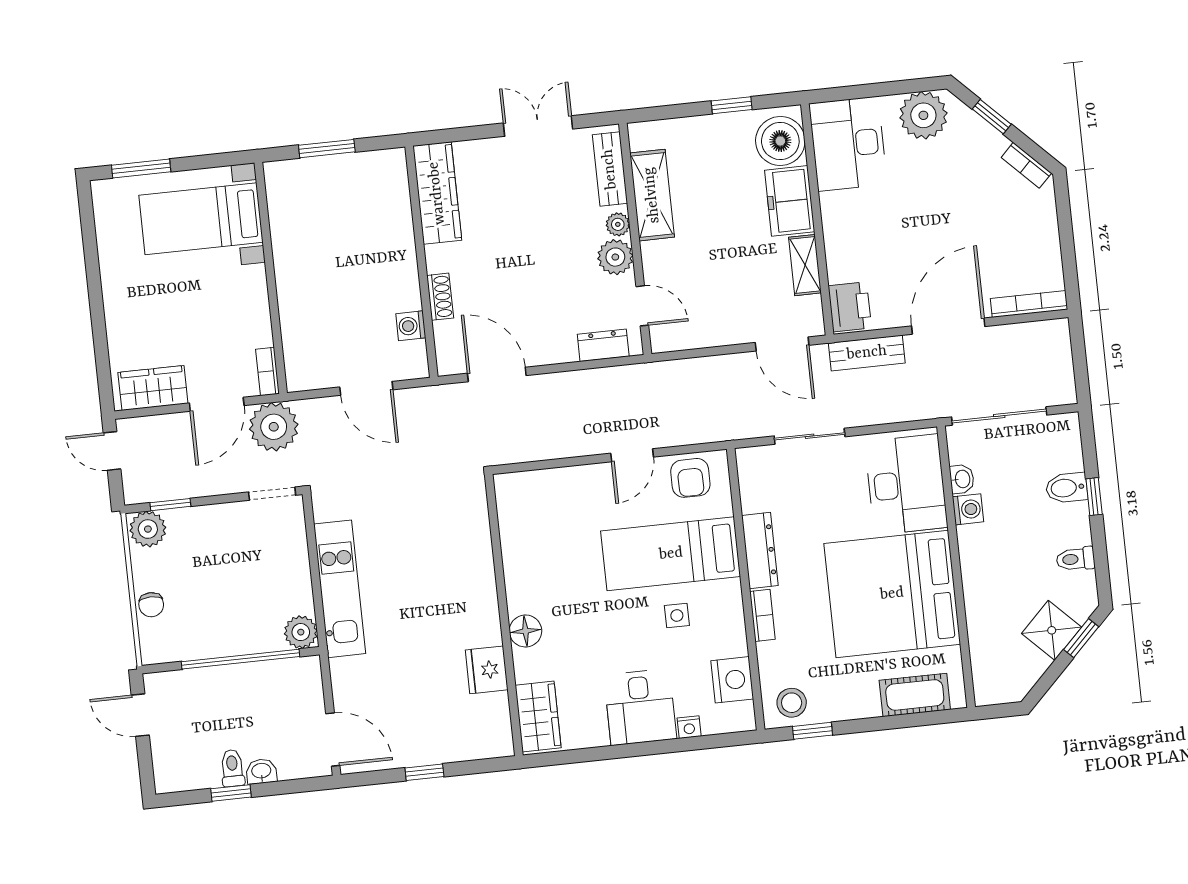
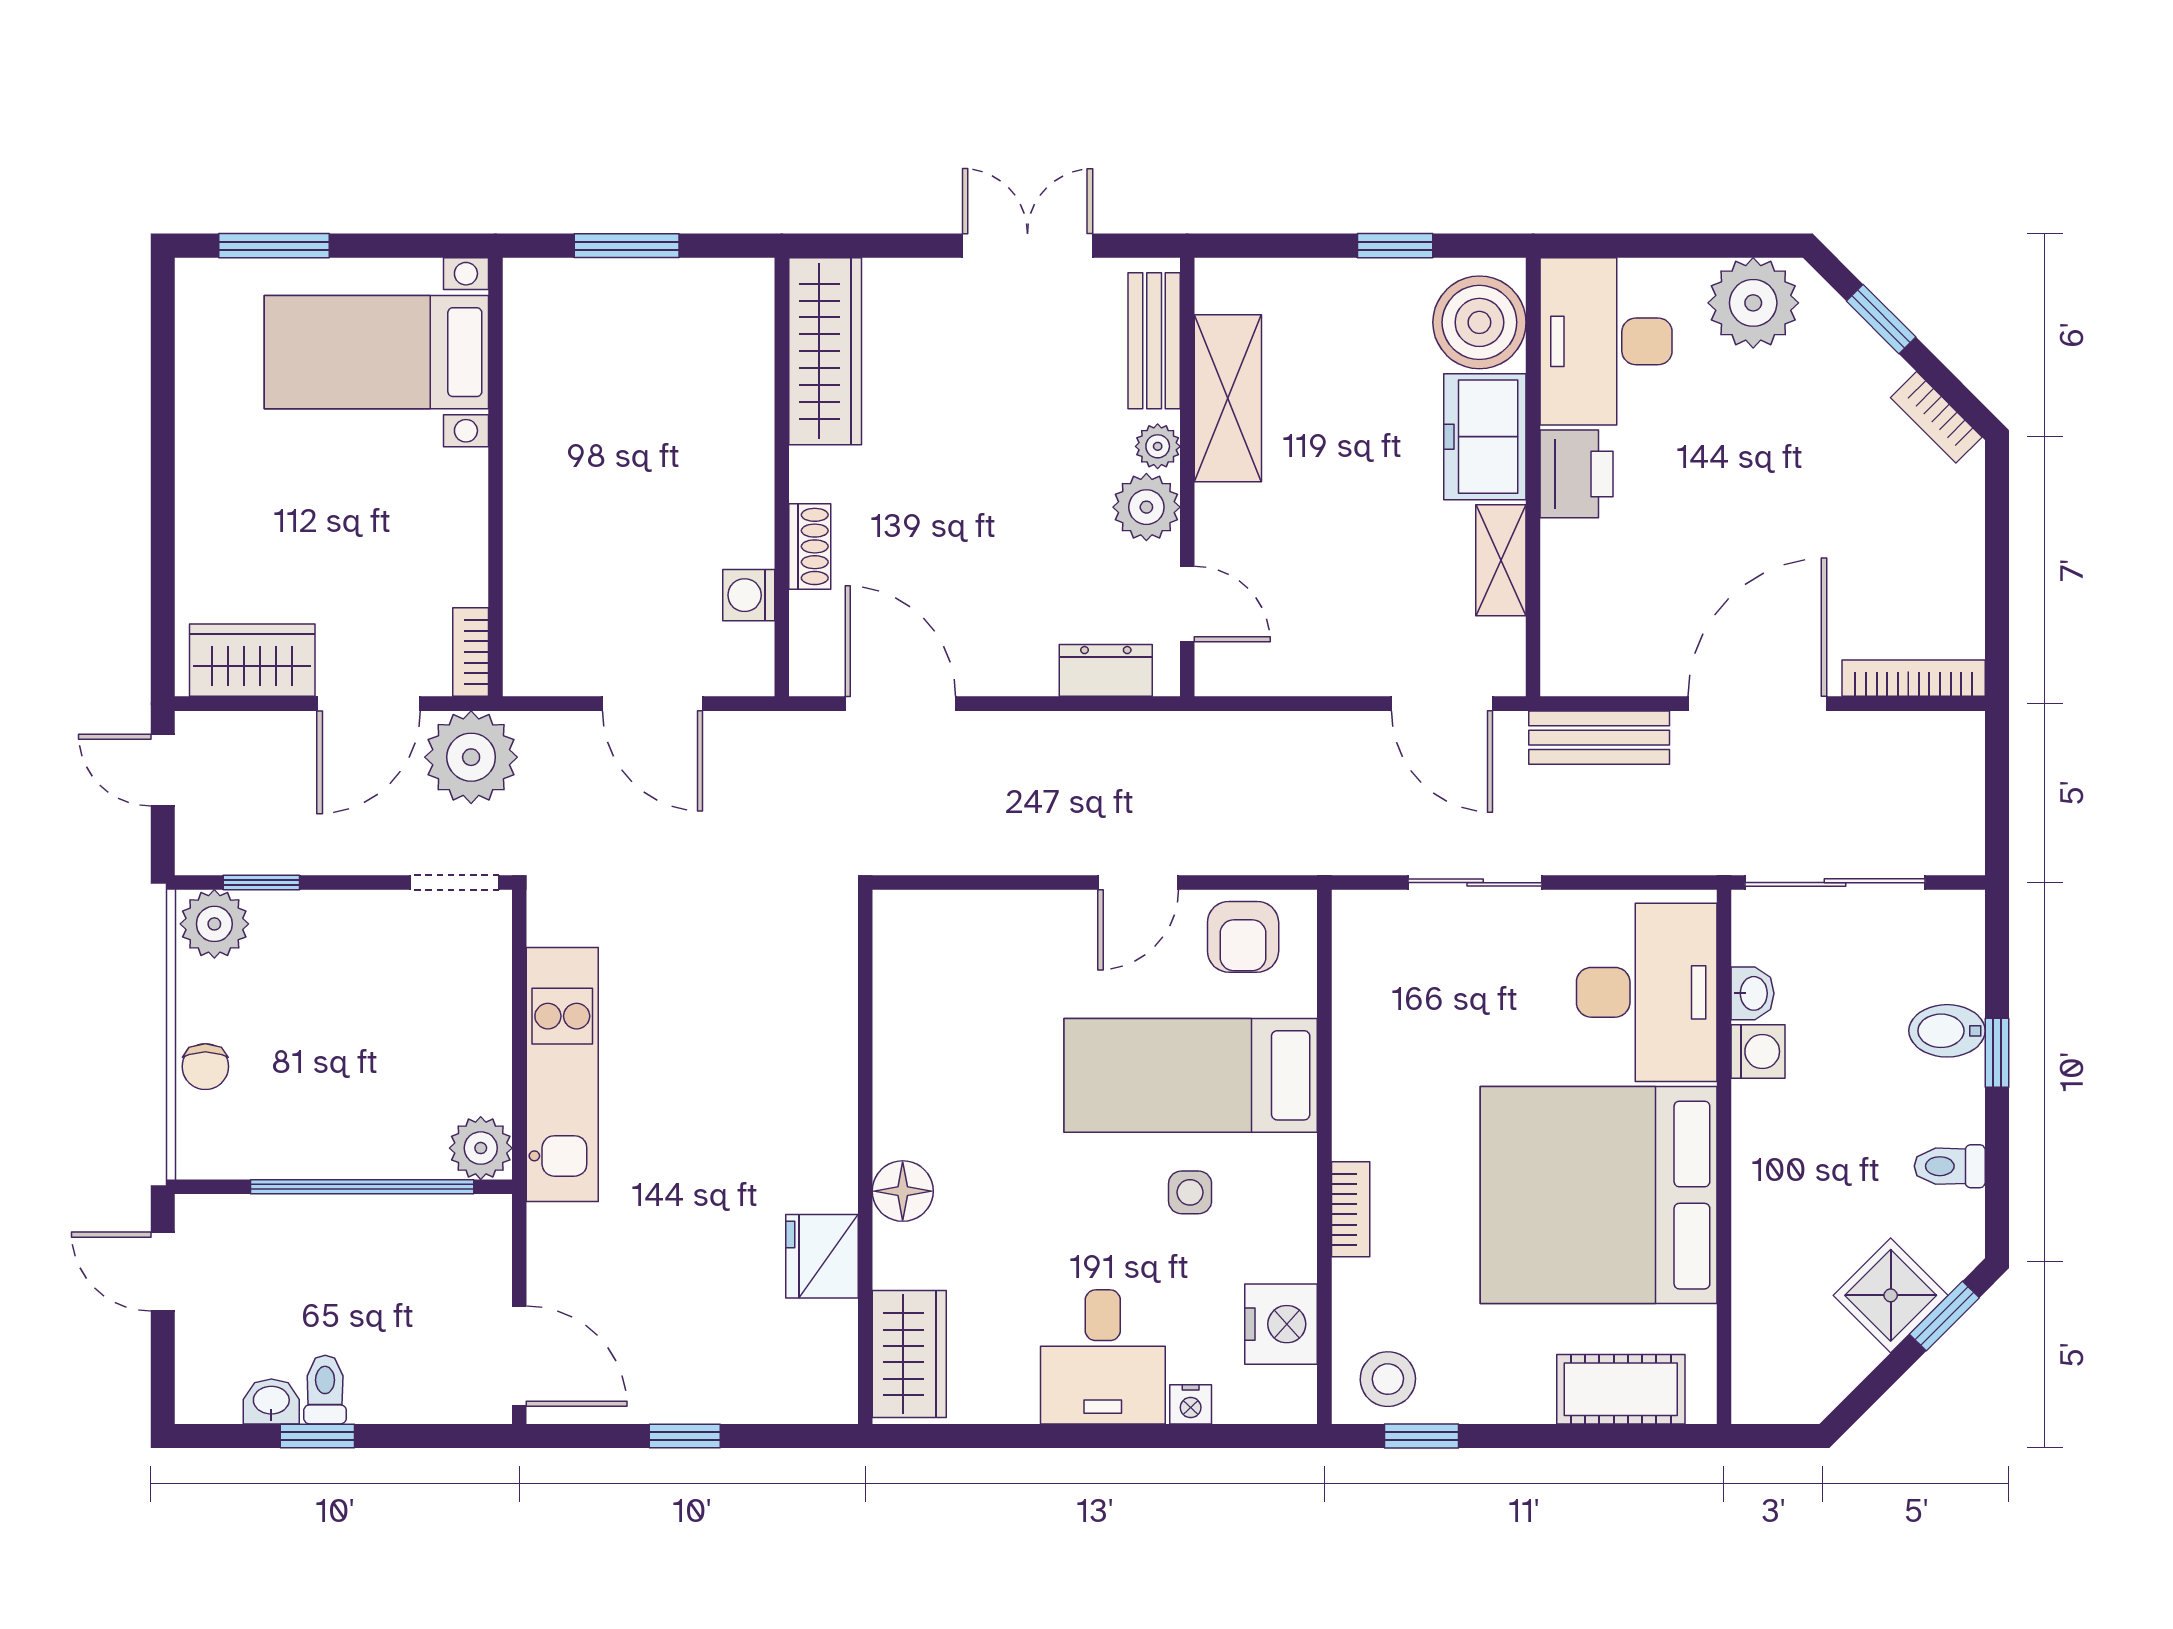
printer: (850, 307) -> (1577, 474), moved
dresser: (760, 551) -> (1359, 1087), removed
washbasin: (261, 771) -> (271, 1401), moved

